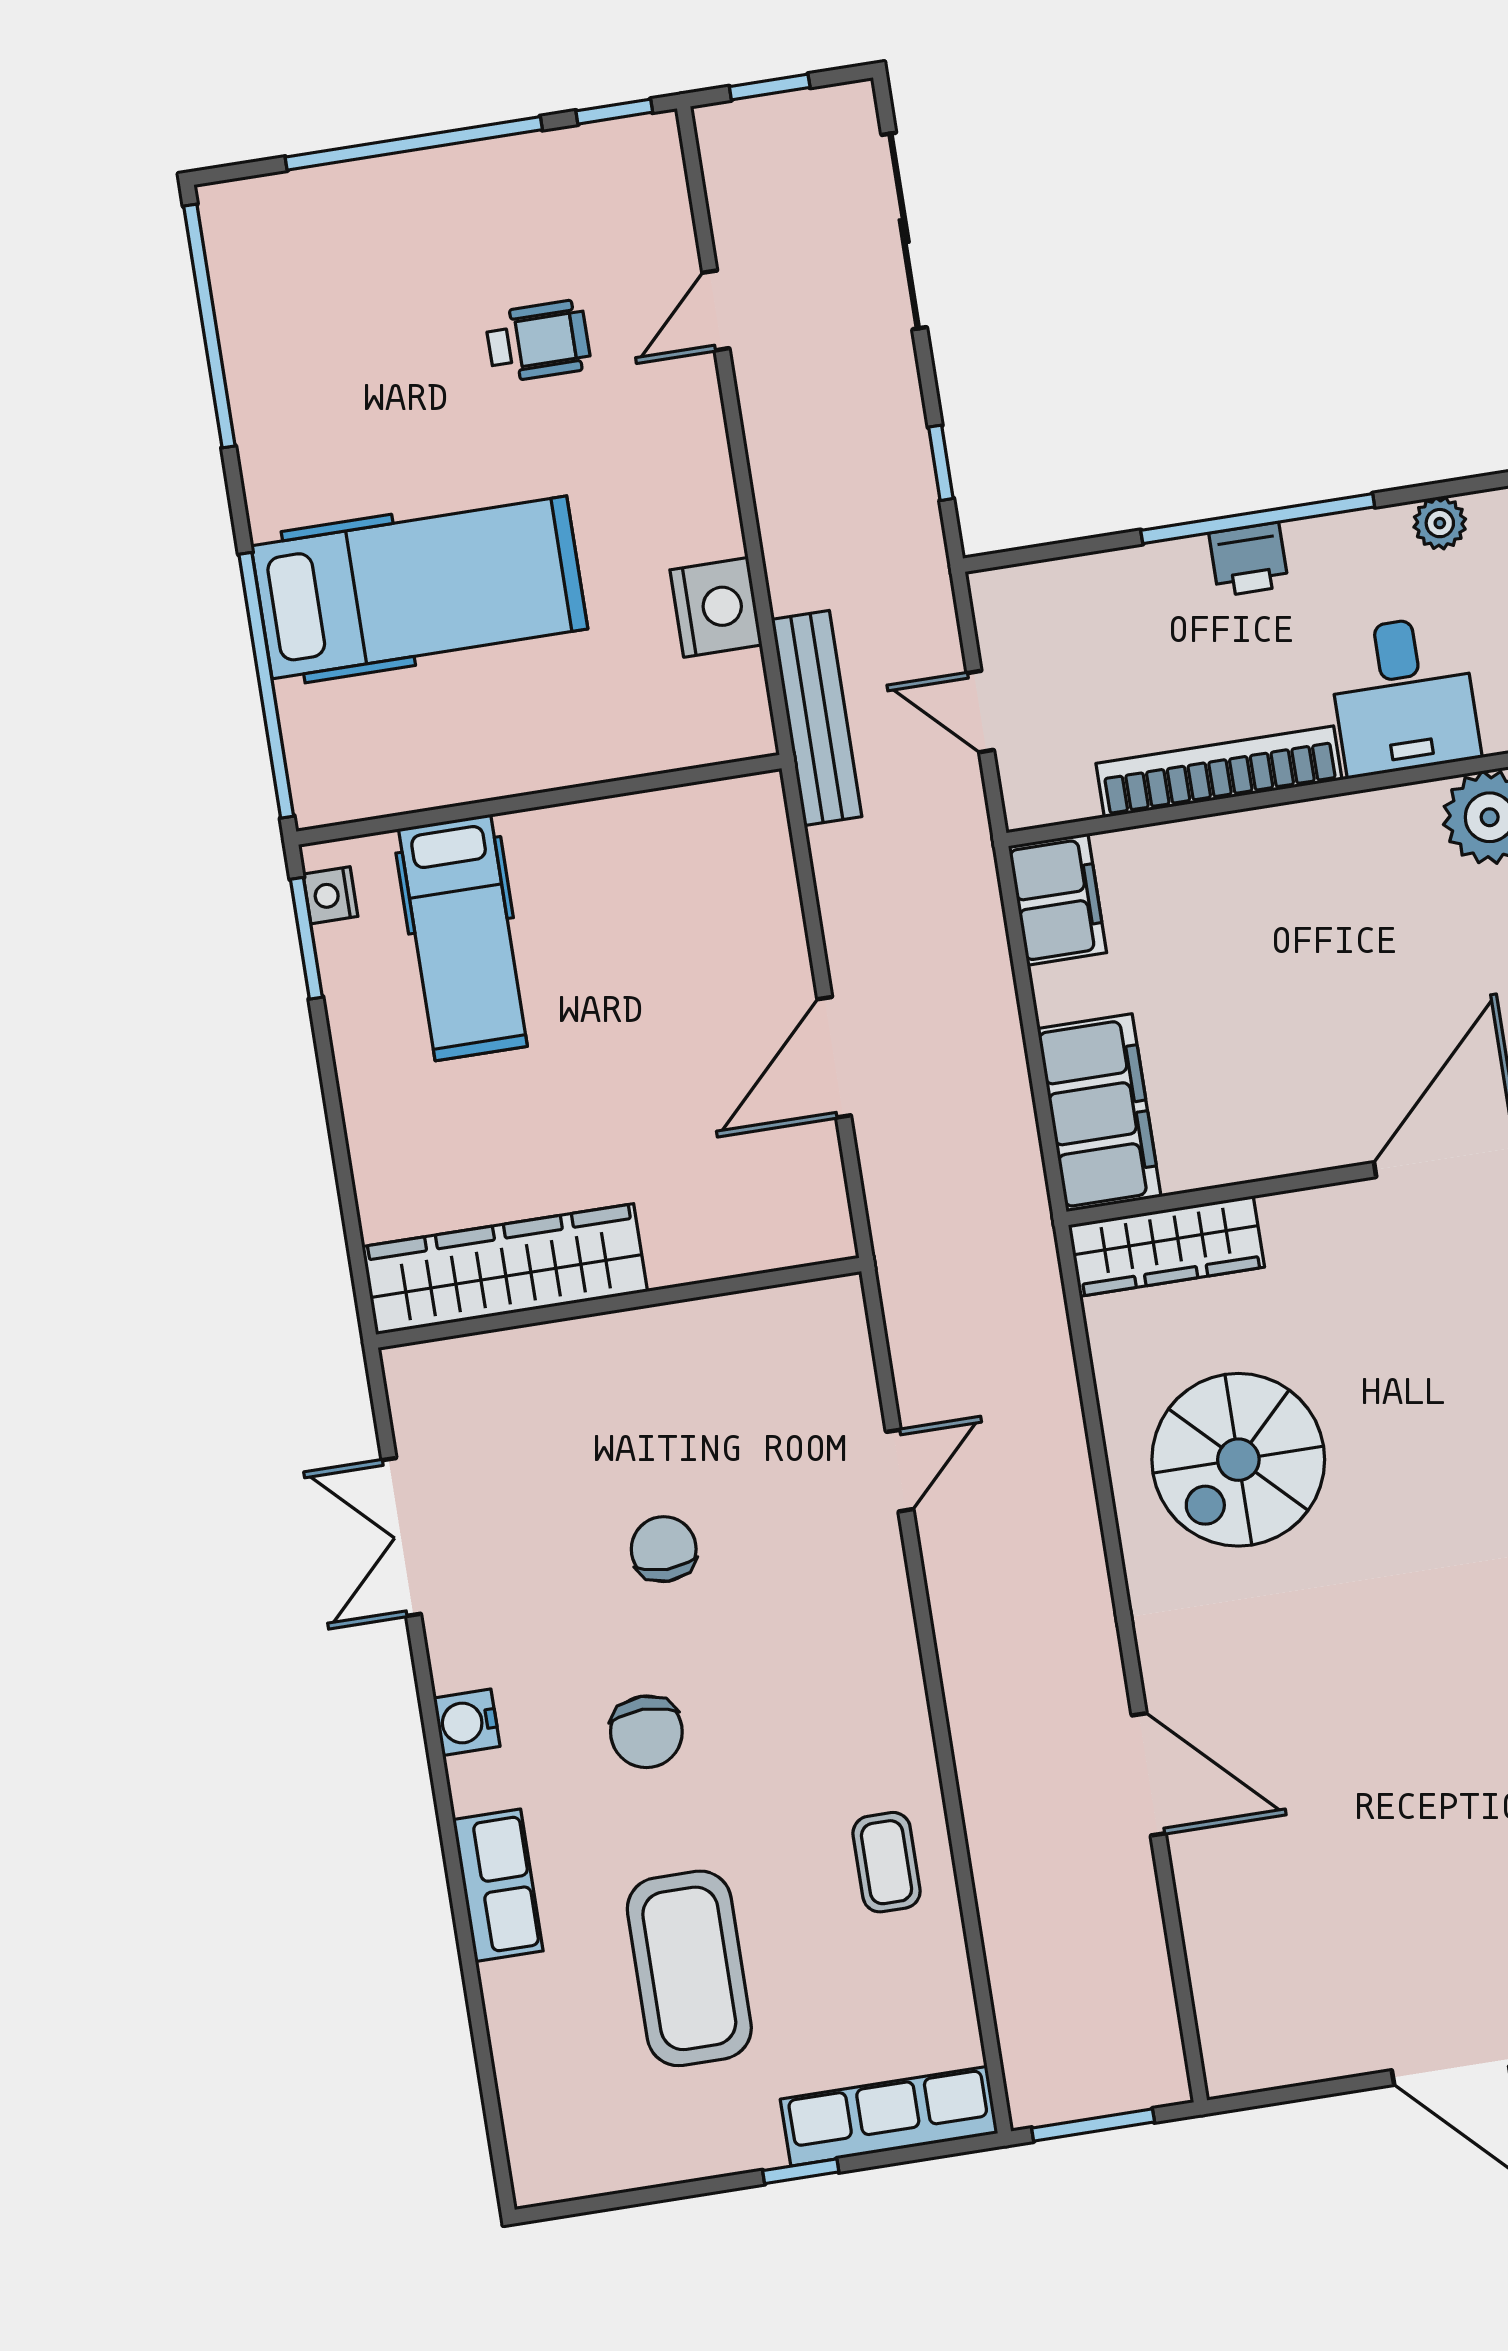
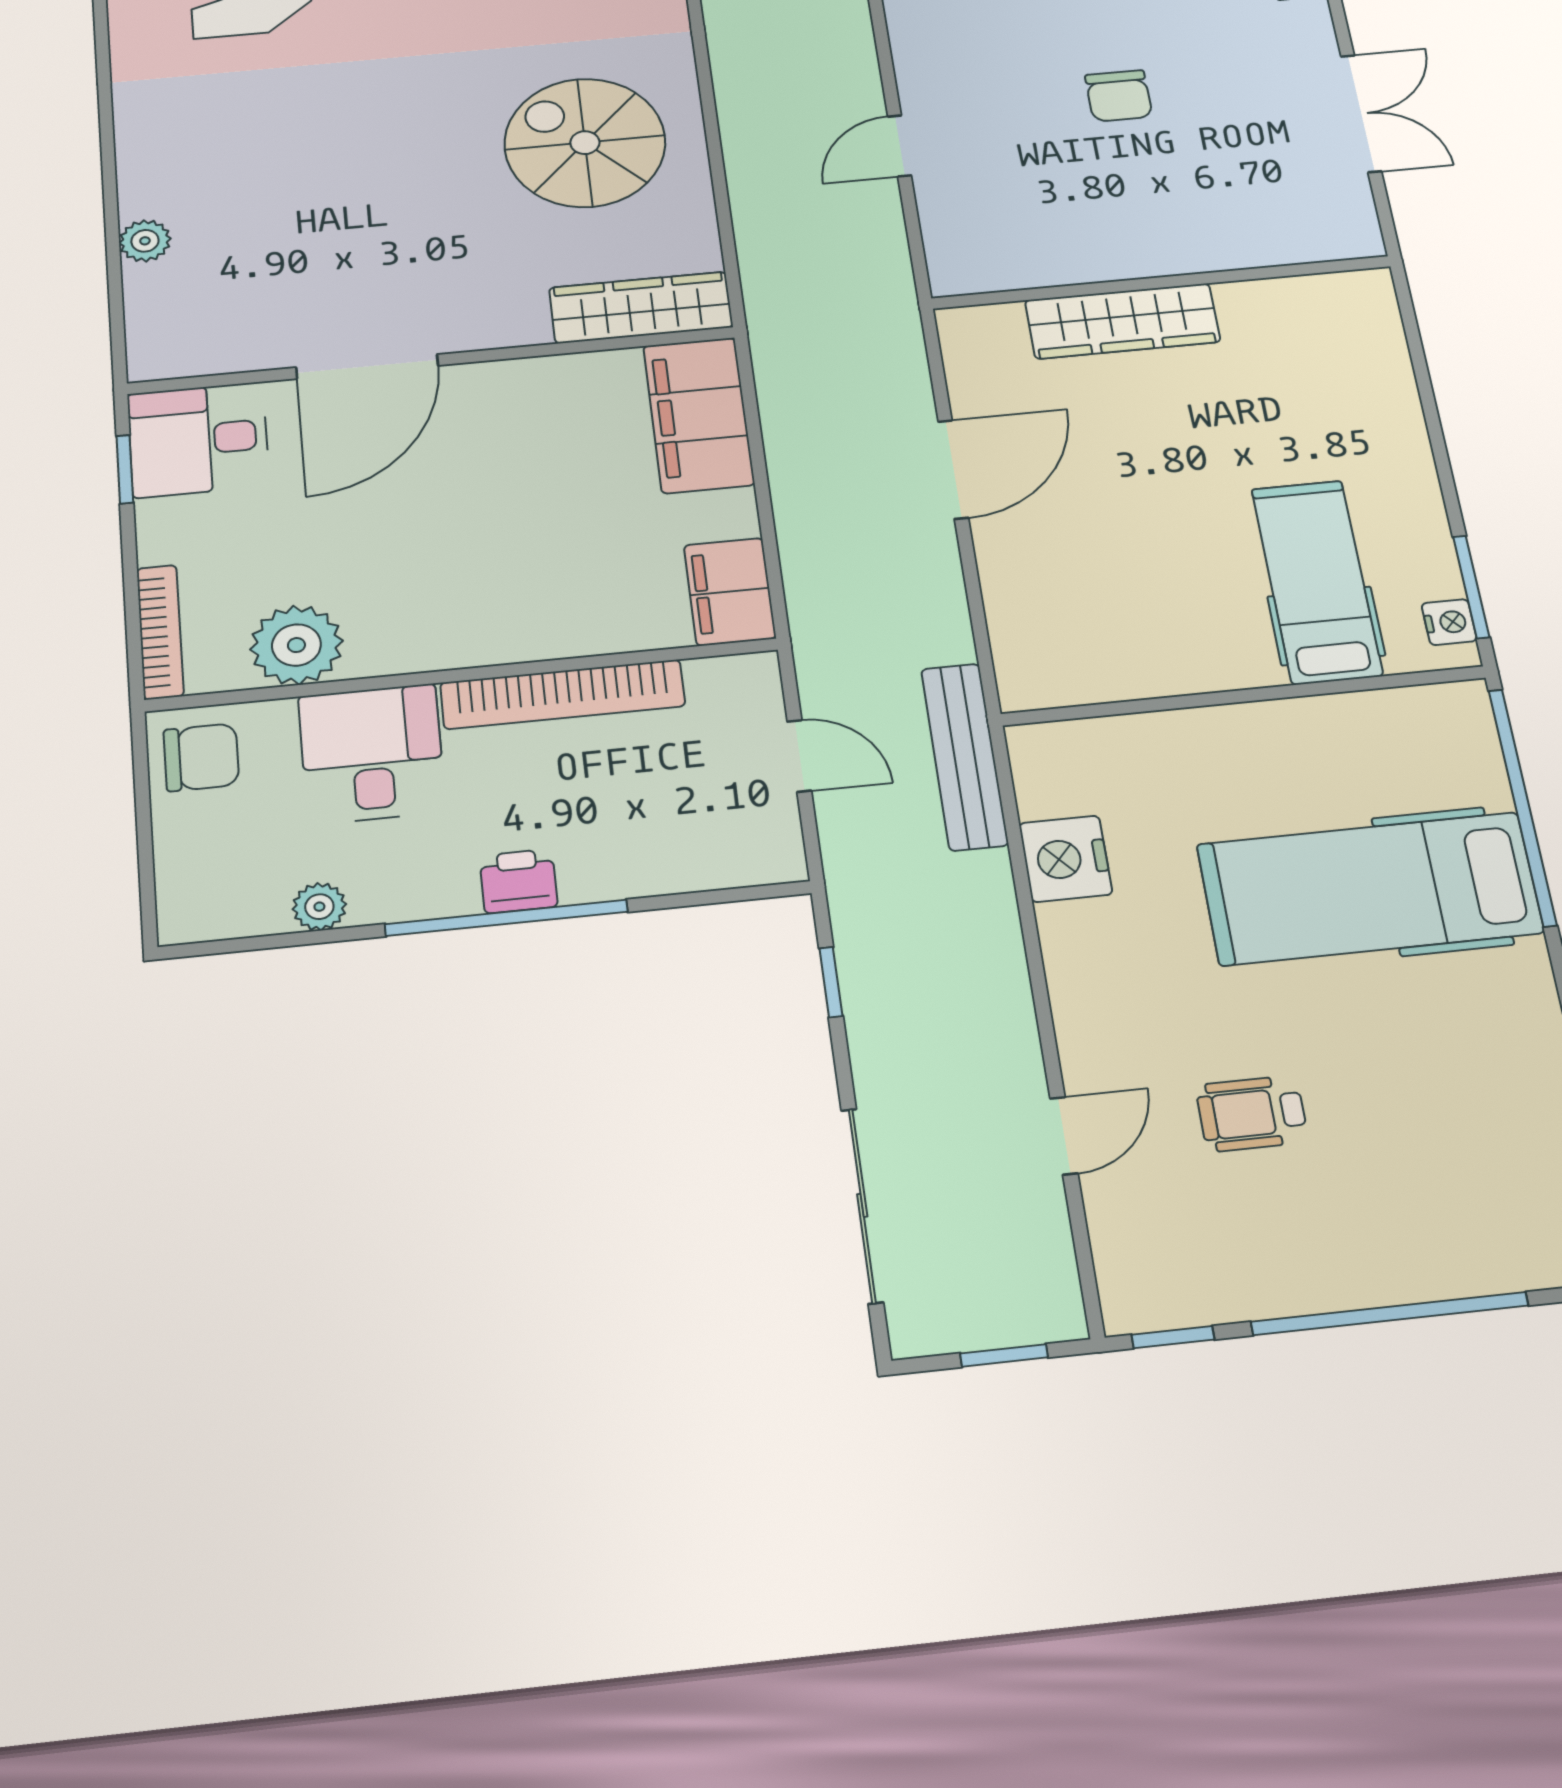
wardrobe: (505, 1269) -> (1123, 321), moved, width x0.71, depth x0.85
spiral stairs: (1238, 1460) -> (585, 143), turned -90

